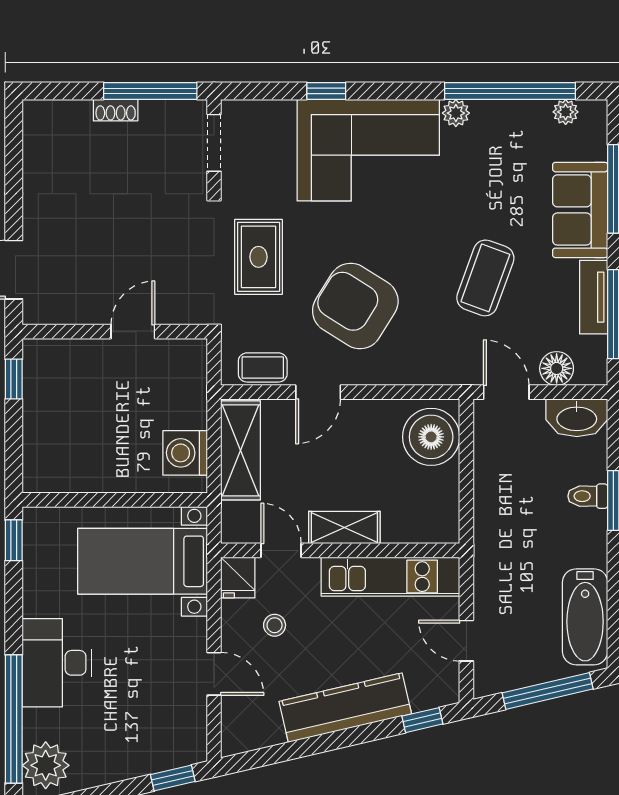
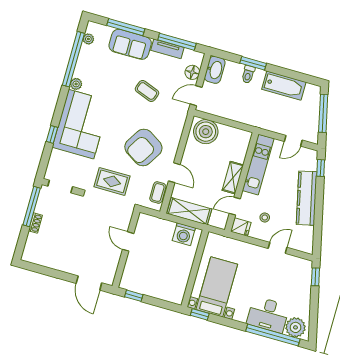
coffee table: (485, 278) -> (147, 91), width x0.73, depth x0.77
bed with nightstands: (142, 561) -> (217, 287), moved, turned 180
bathtub: (585, 617) -> (284, 86), moved
desk: (57, 663) -> (268, 315), moved

